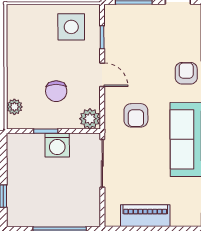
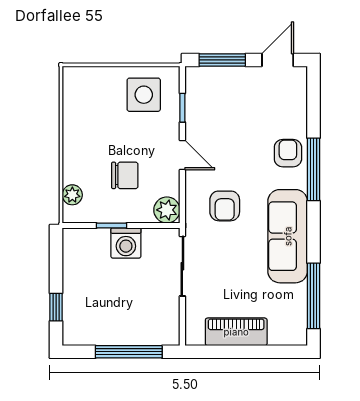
chair: (56, 91) -> (125, 175), turned -90

